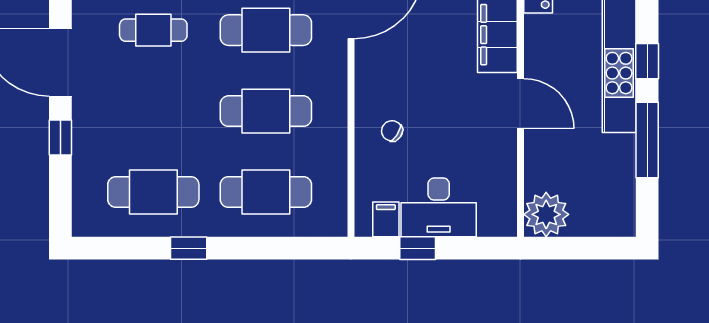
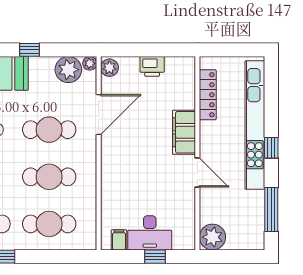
chair: (392, 131) -> (123, 188), removed
window: (647, 140) -> (271, 210), moved
window: (418, 248) -> (155, 257), moved

